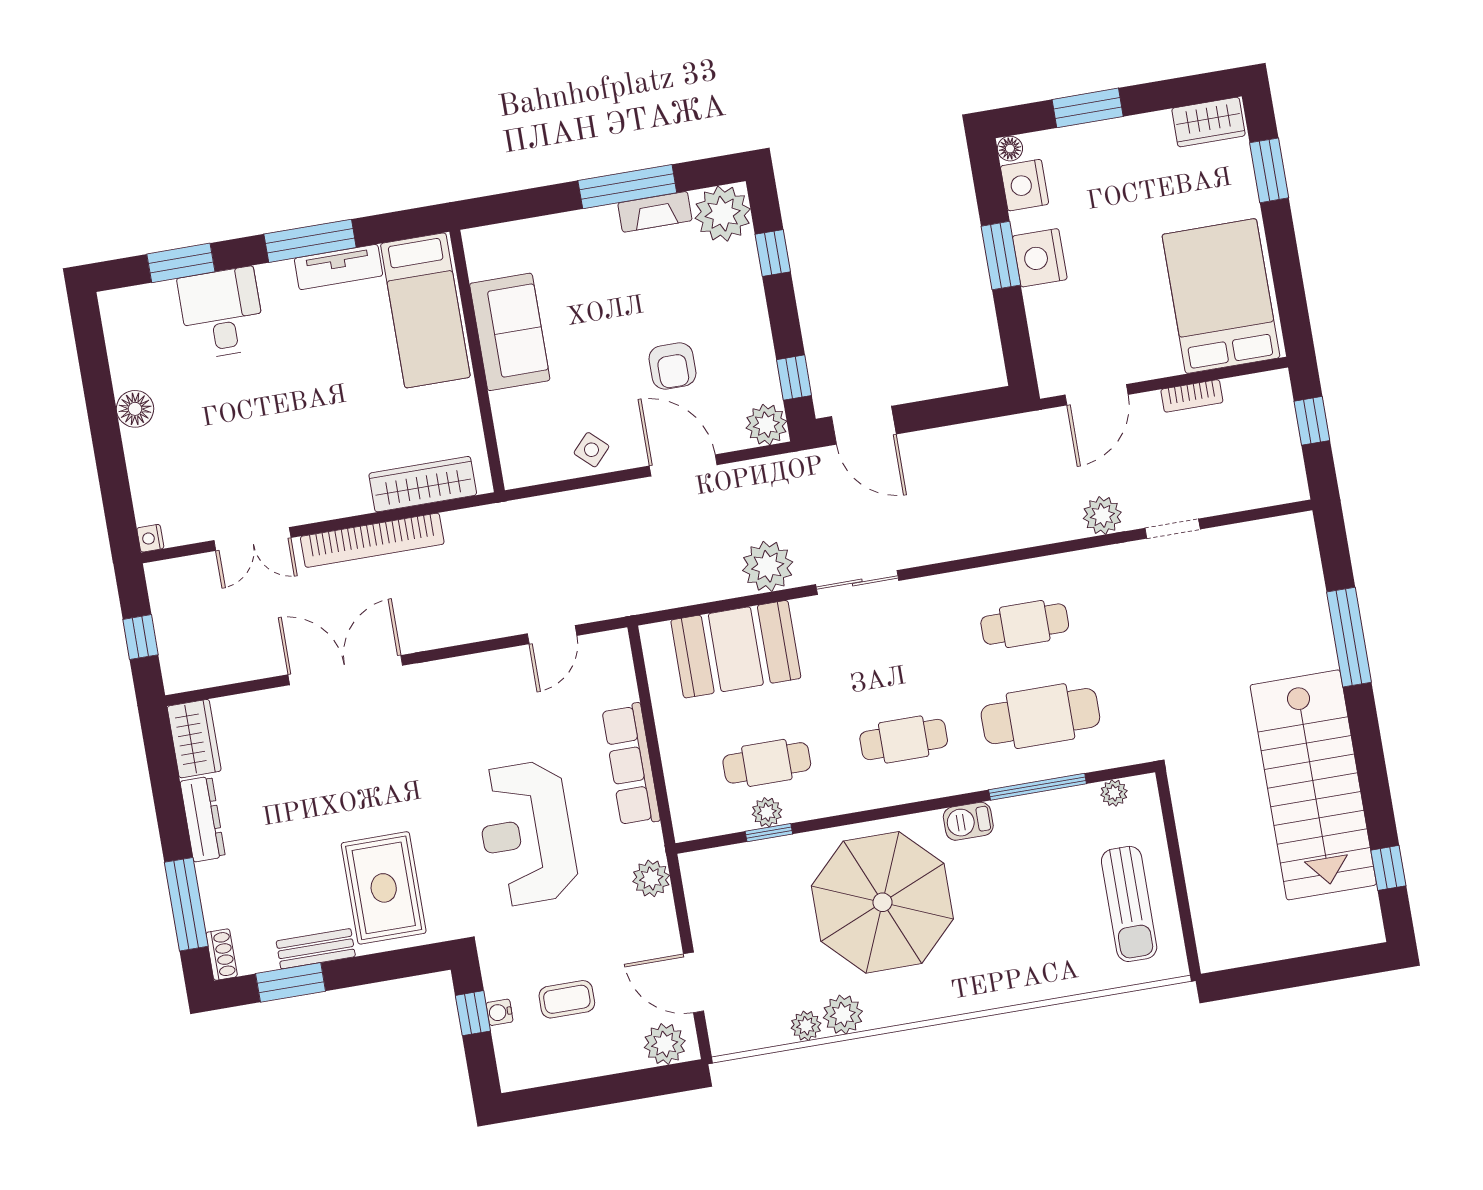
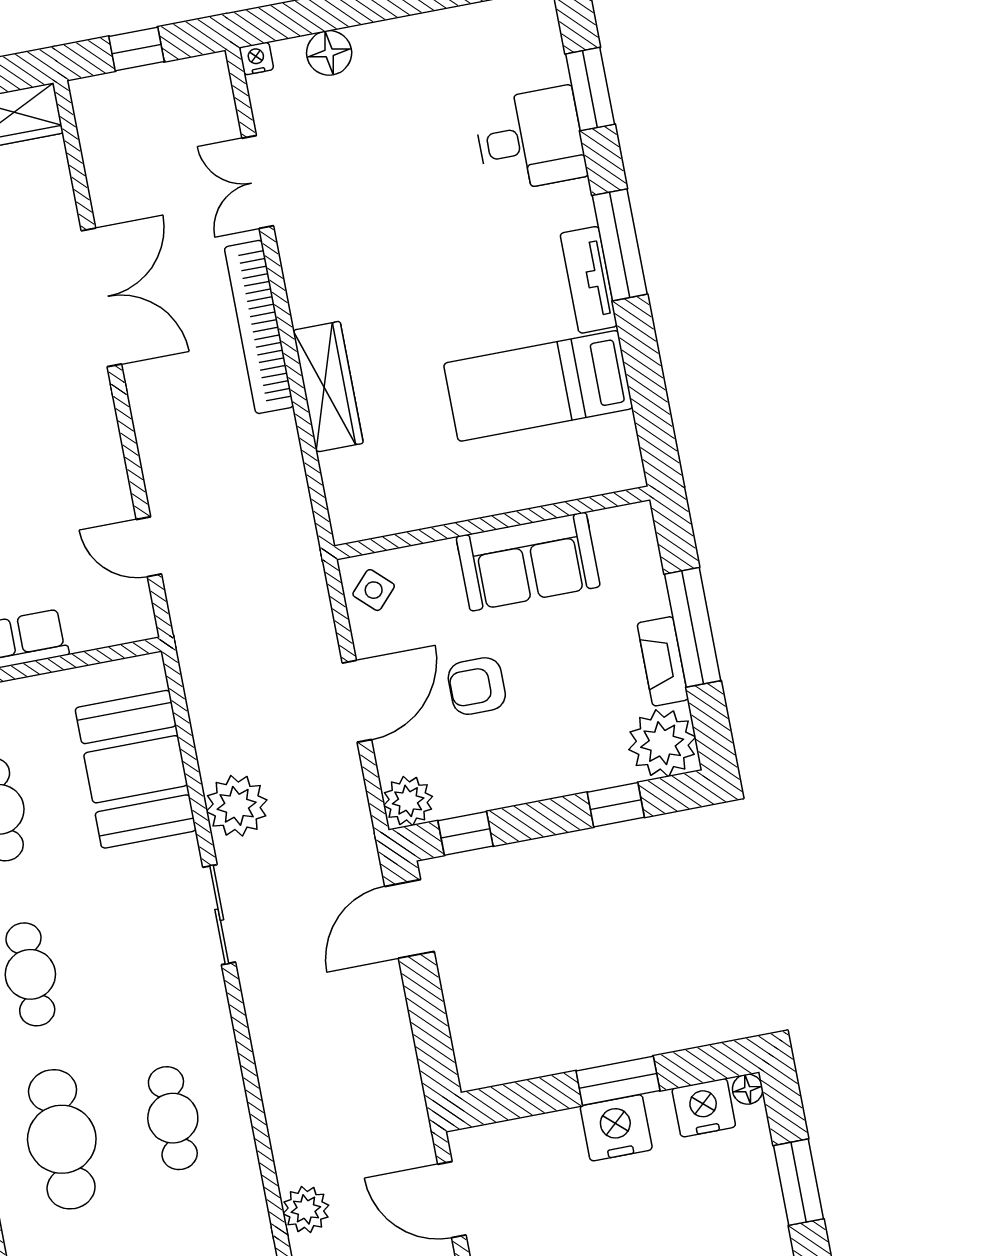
sofa: (510, 332) -> (528, 562), moved
wall: (477, 361) -> (492, 523), moved
floor lamp: (135, 409) -> (329, 53), moved

